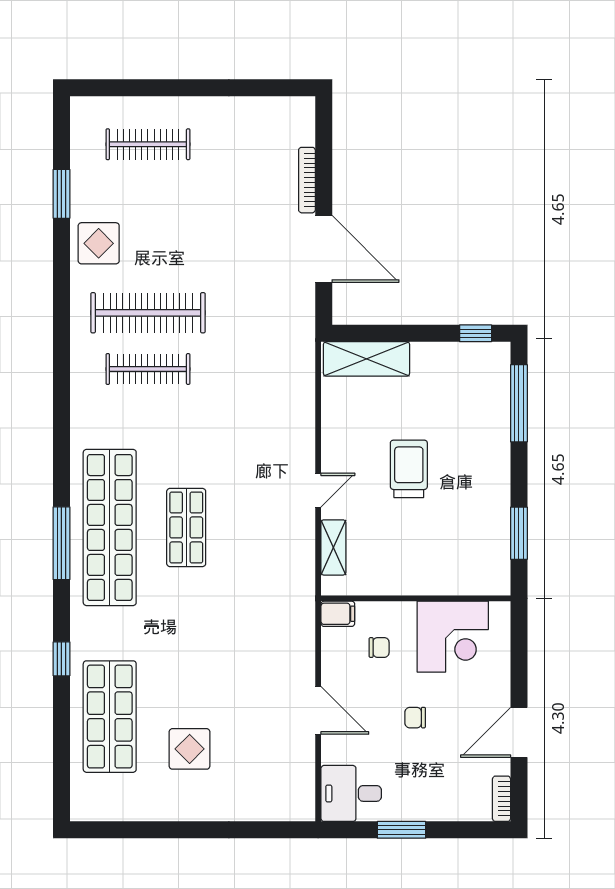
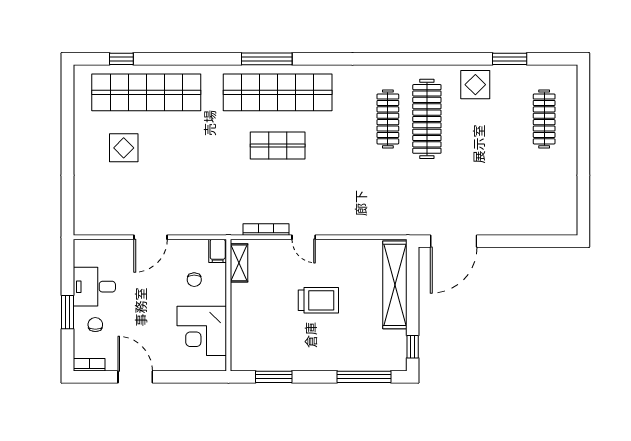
bookcase: (307, 180) -> (266, 229), moved
door: (324, 249) -> (454, 241), moved
shelving: (366, 359) -> (395, 285), width x1.47
shelving: (333, 547) -> (239, 263), moved, turned 90
window: (61, 659) -> (121, 59), moved
shop shelf: (110, 717) -> (146, 92), width x1.40
chair: (415, 718) -> (95, 325), moved
desk: (351, 793) -> (94, 287), moved, turned -90
window: (402, 830) -> (67, 312), moved

